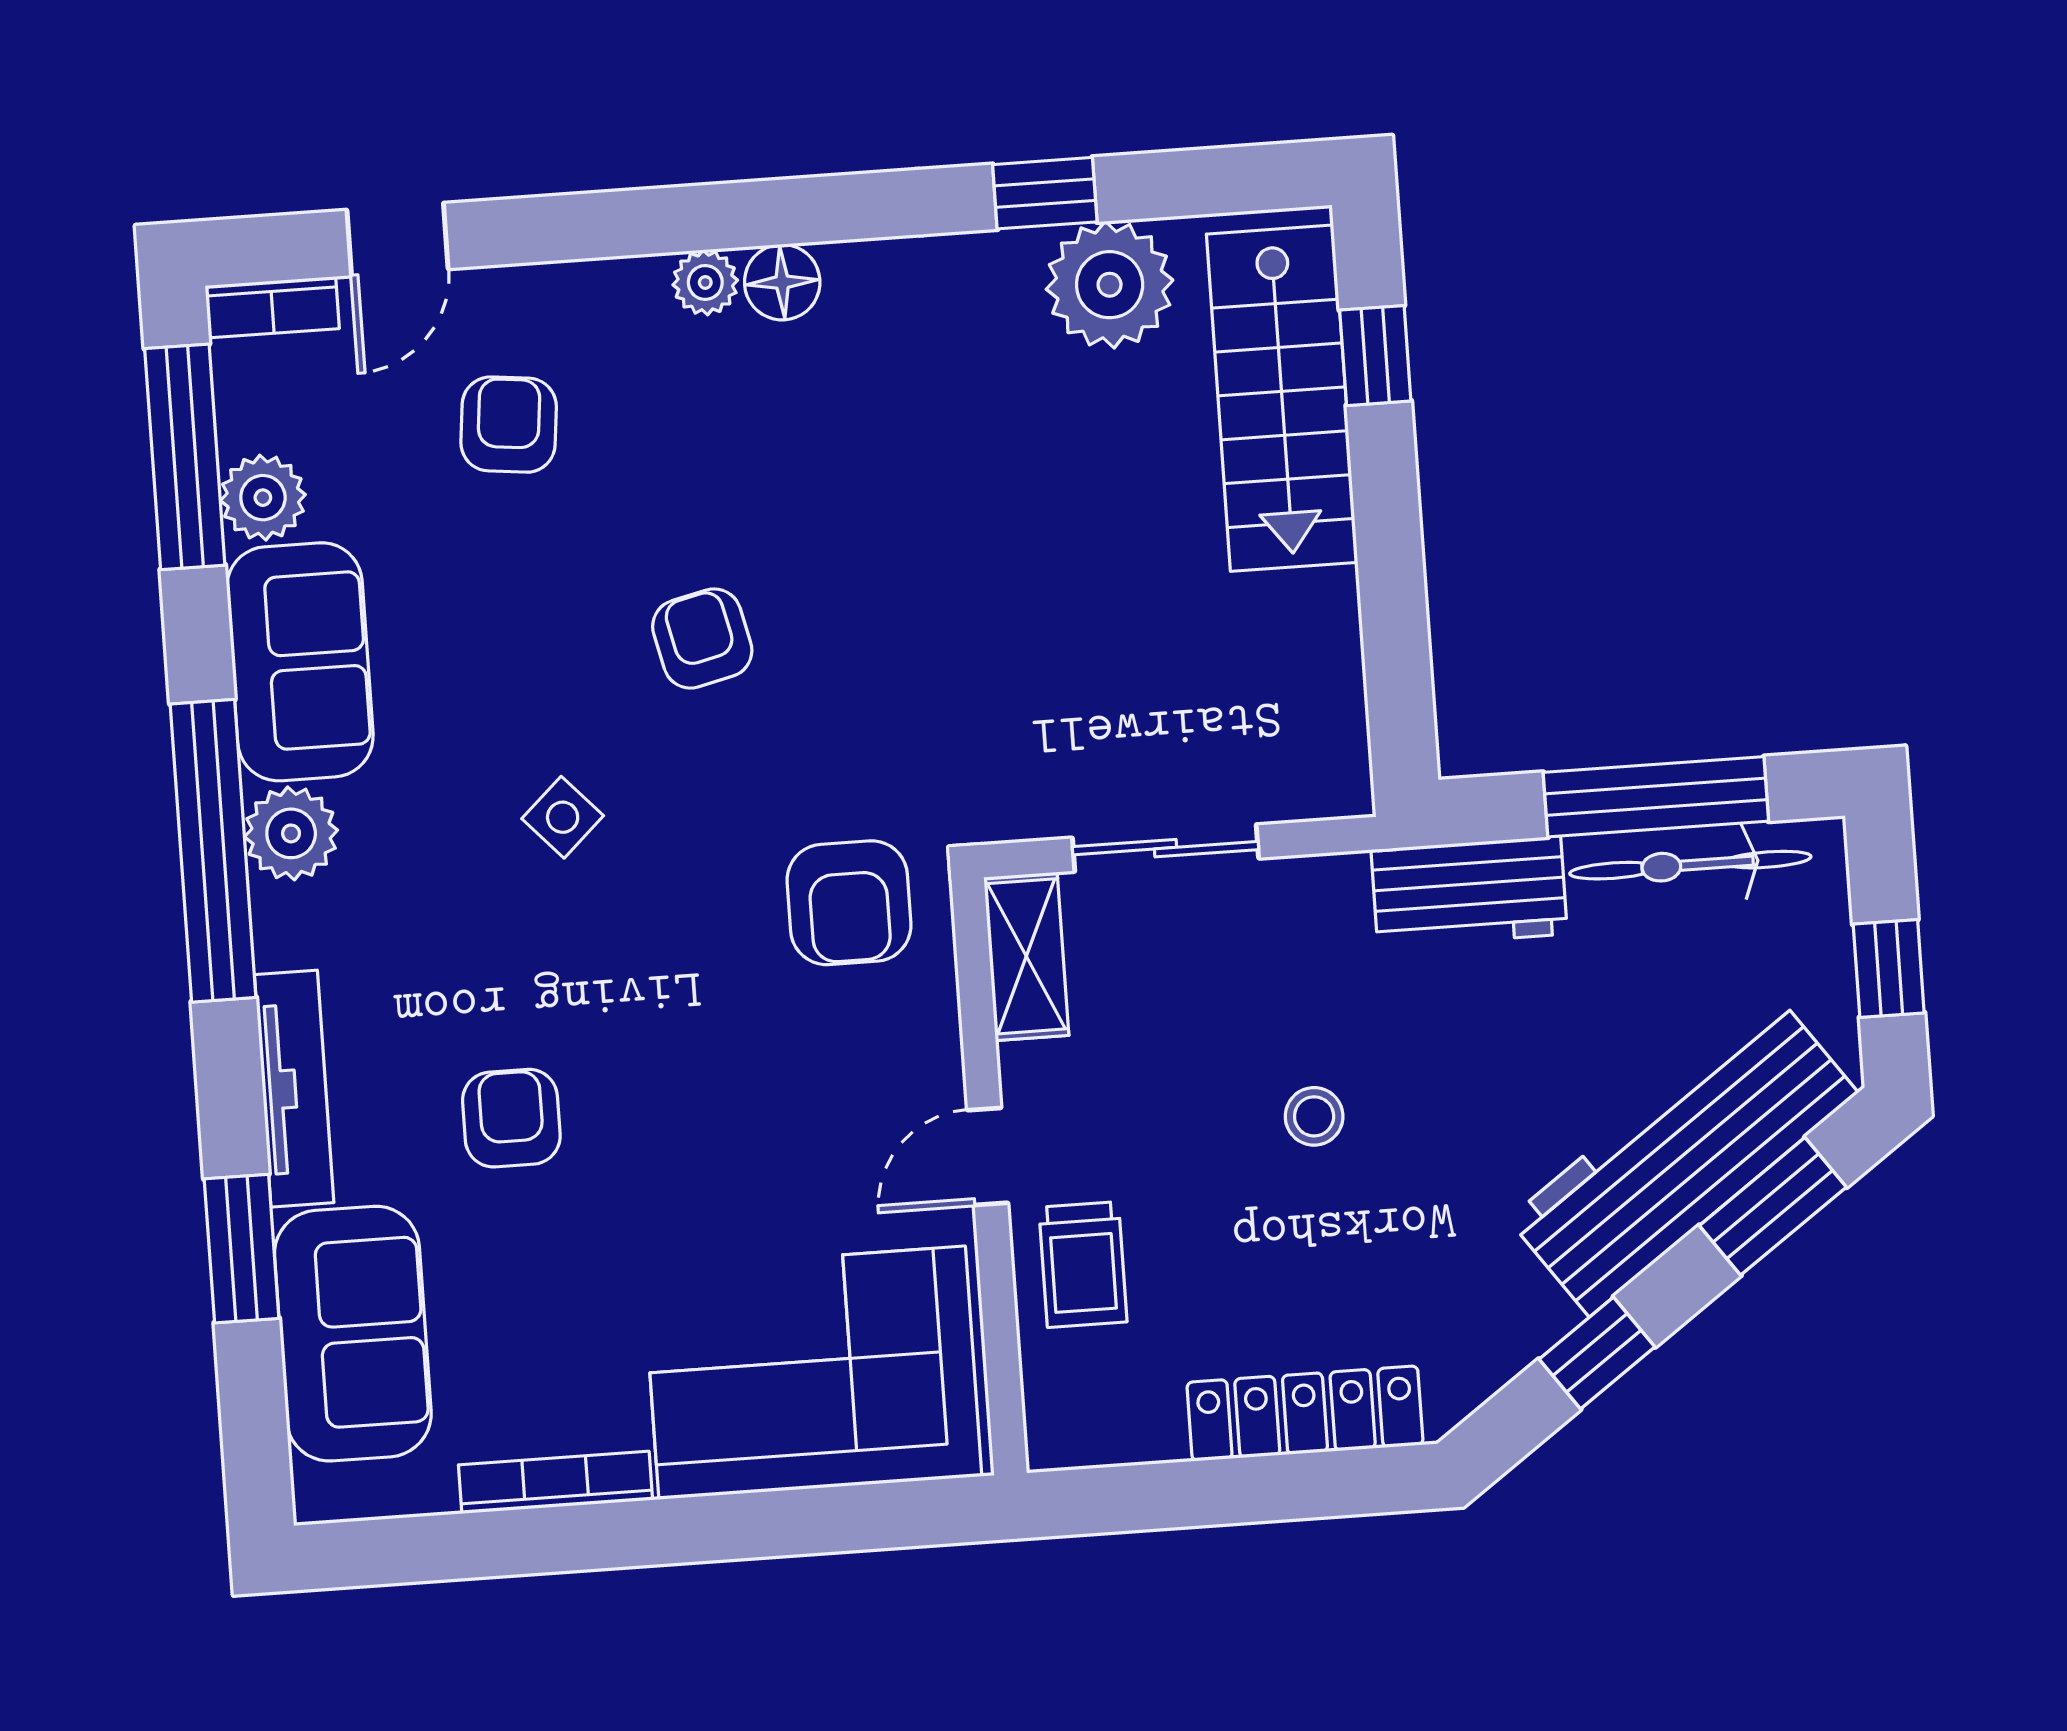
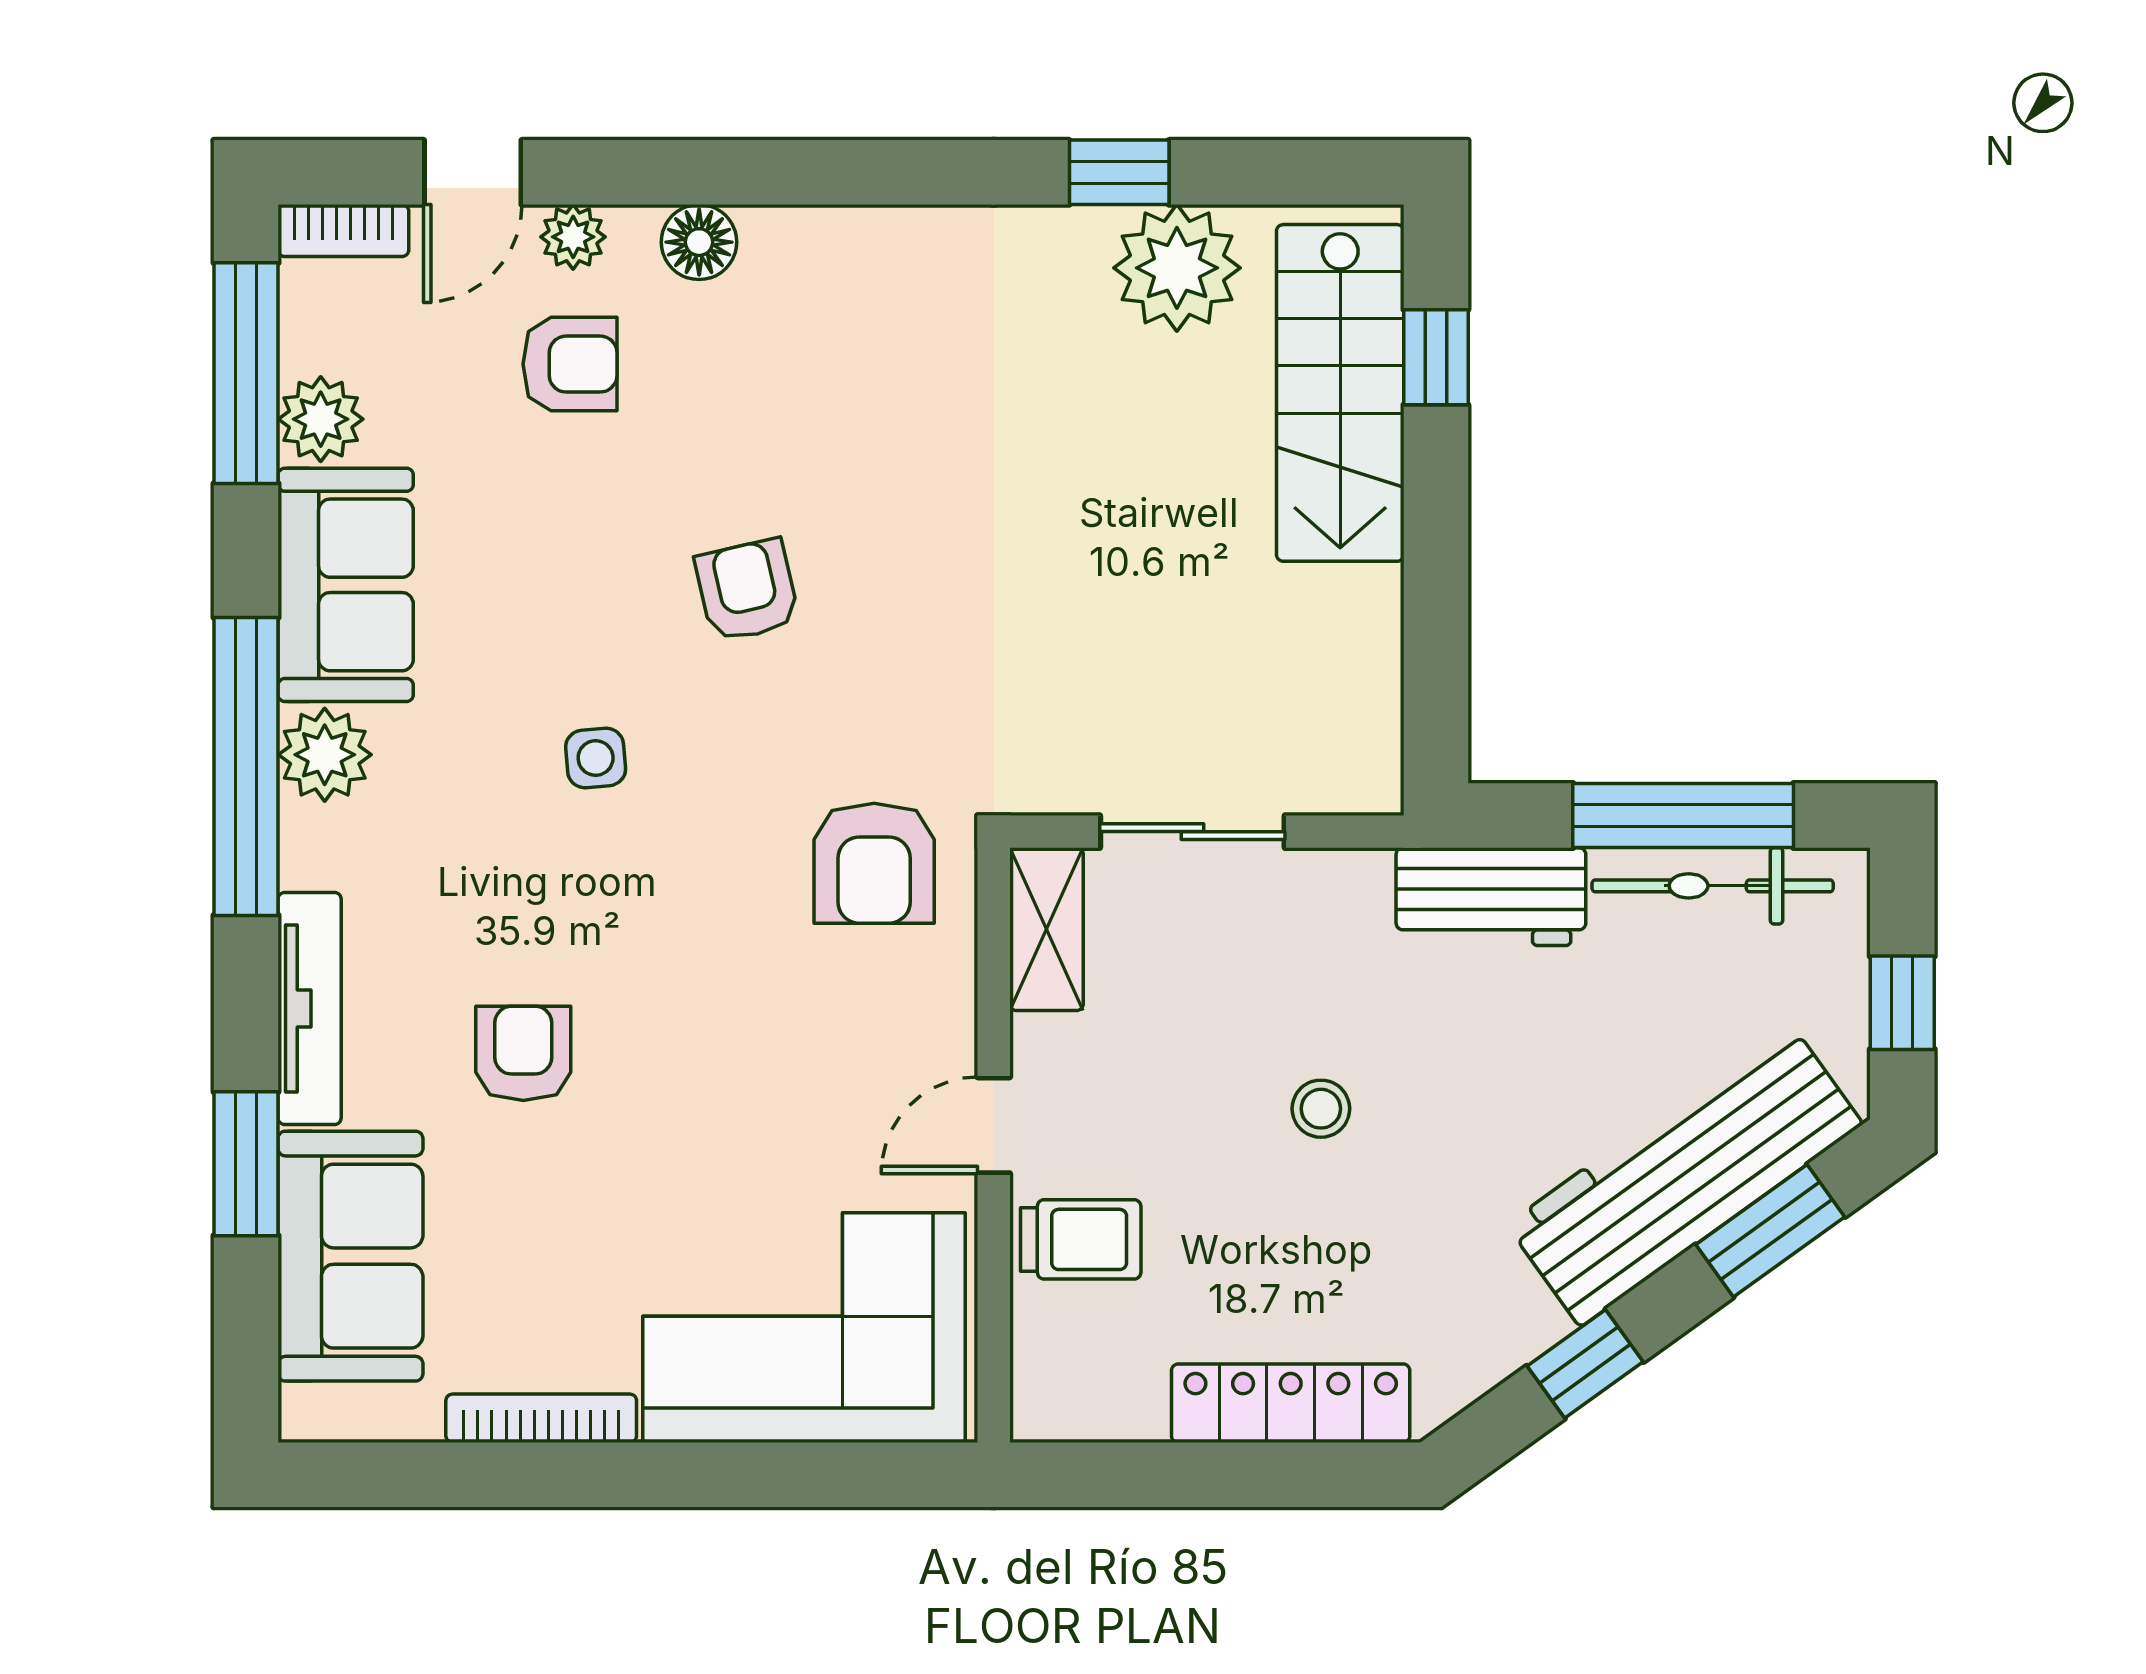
plant: (705, 282) -> (573, 237), moved
floor lamp: (782, 282) -> (699, 242), moved
armchair: (509, 425) -> (570, 364), turned 84
side table: (563, 817) -> (596, 758), turned 38
trolley: (1083, 1265) -> (1081, 1239), turned -90

